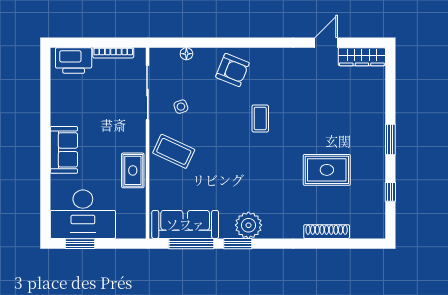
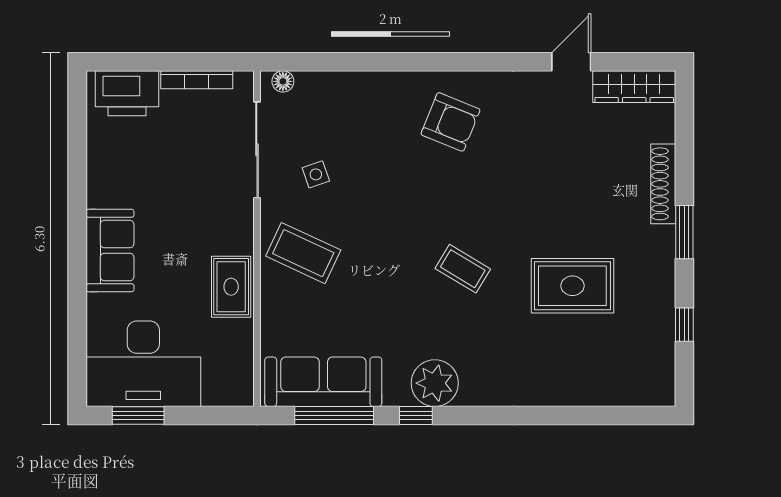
floor lamp: (186, 54) -> (283, 81), moved
armchair: (232, 70) -> (450, 122), moved
coffee table: (260, 118) -> (463, 269), moved, turned -59
shoe rack: (327, 232) -> (663, 184), moved, turned -90
window: (238, 244) -> (416, 415), width x0.67

